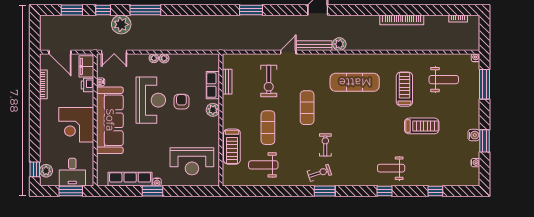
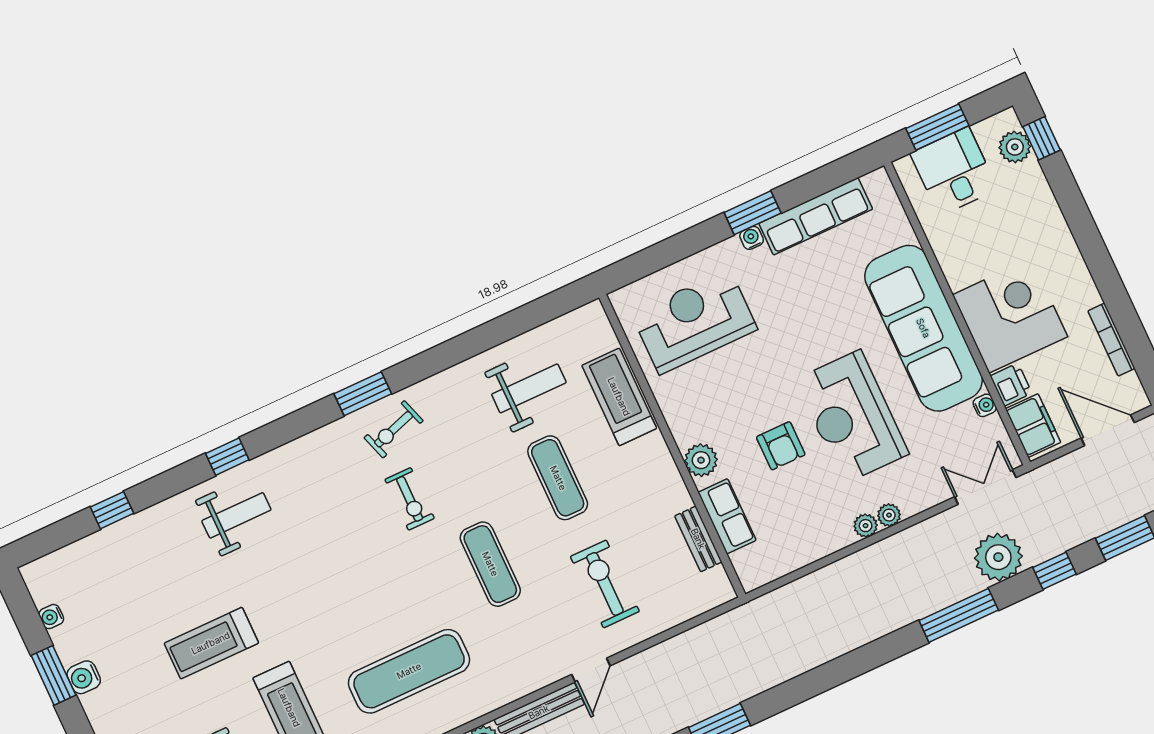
corner desk: (76, 125) -> (1010, 316), moved

